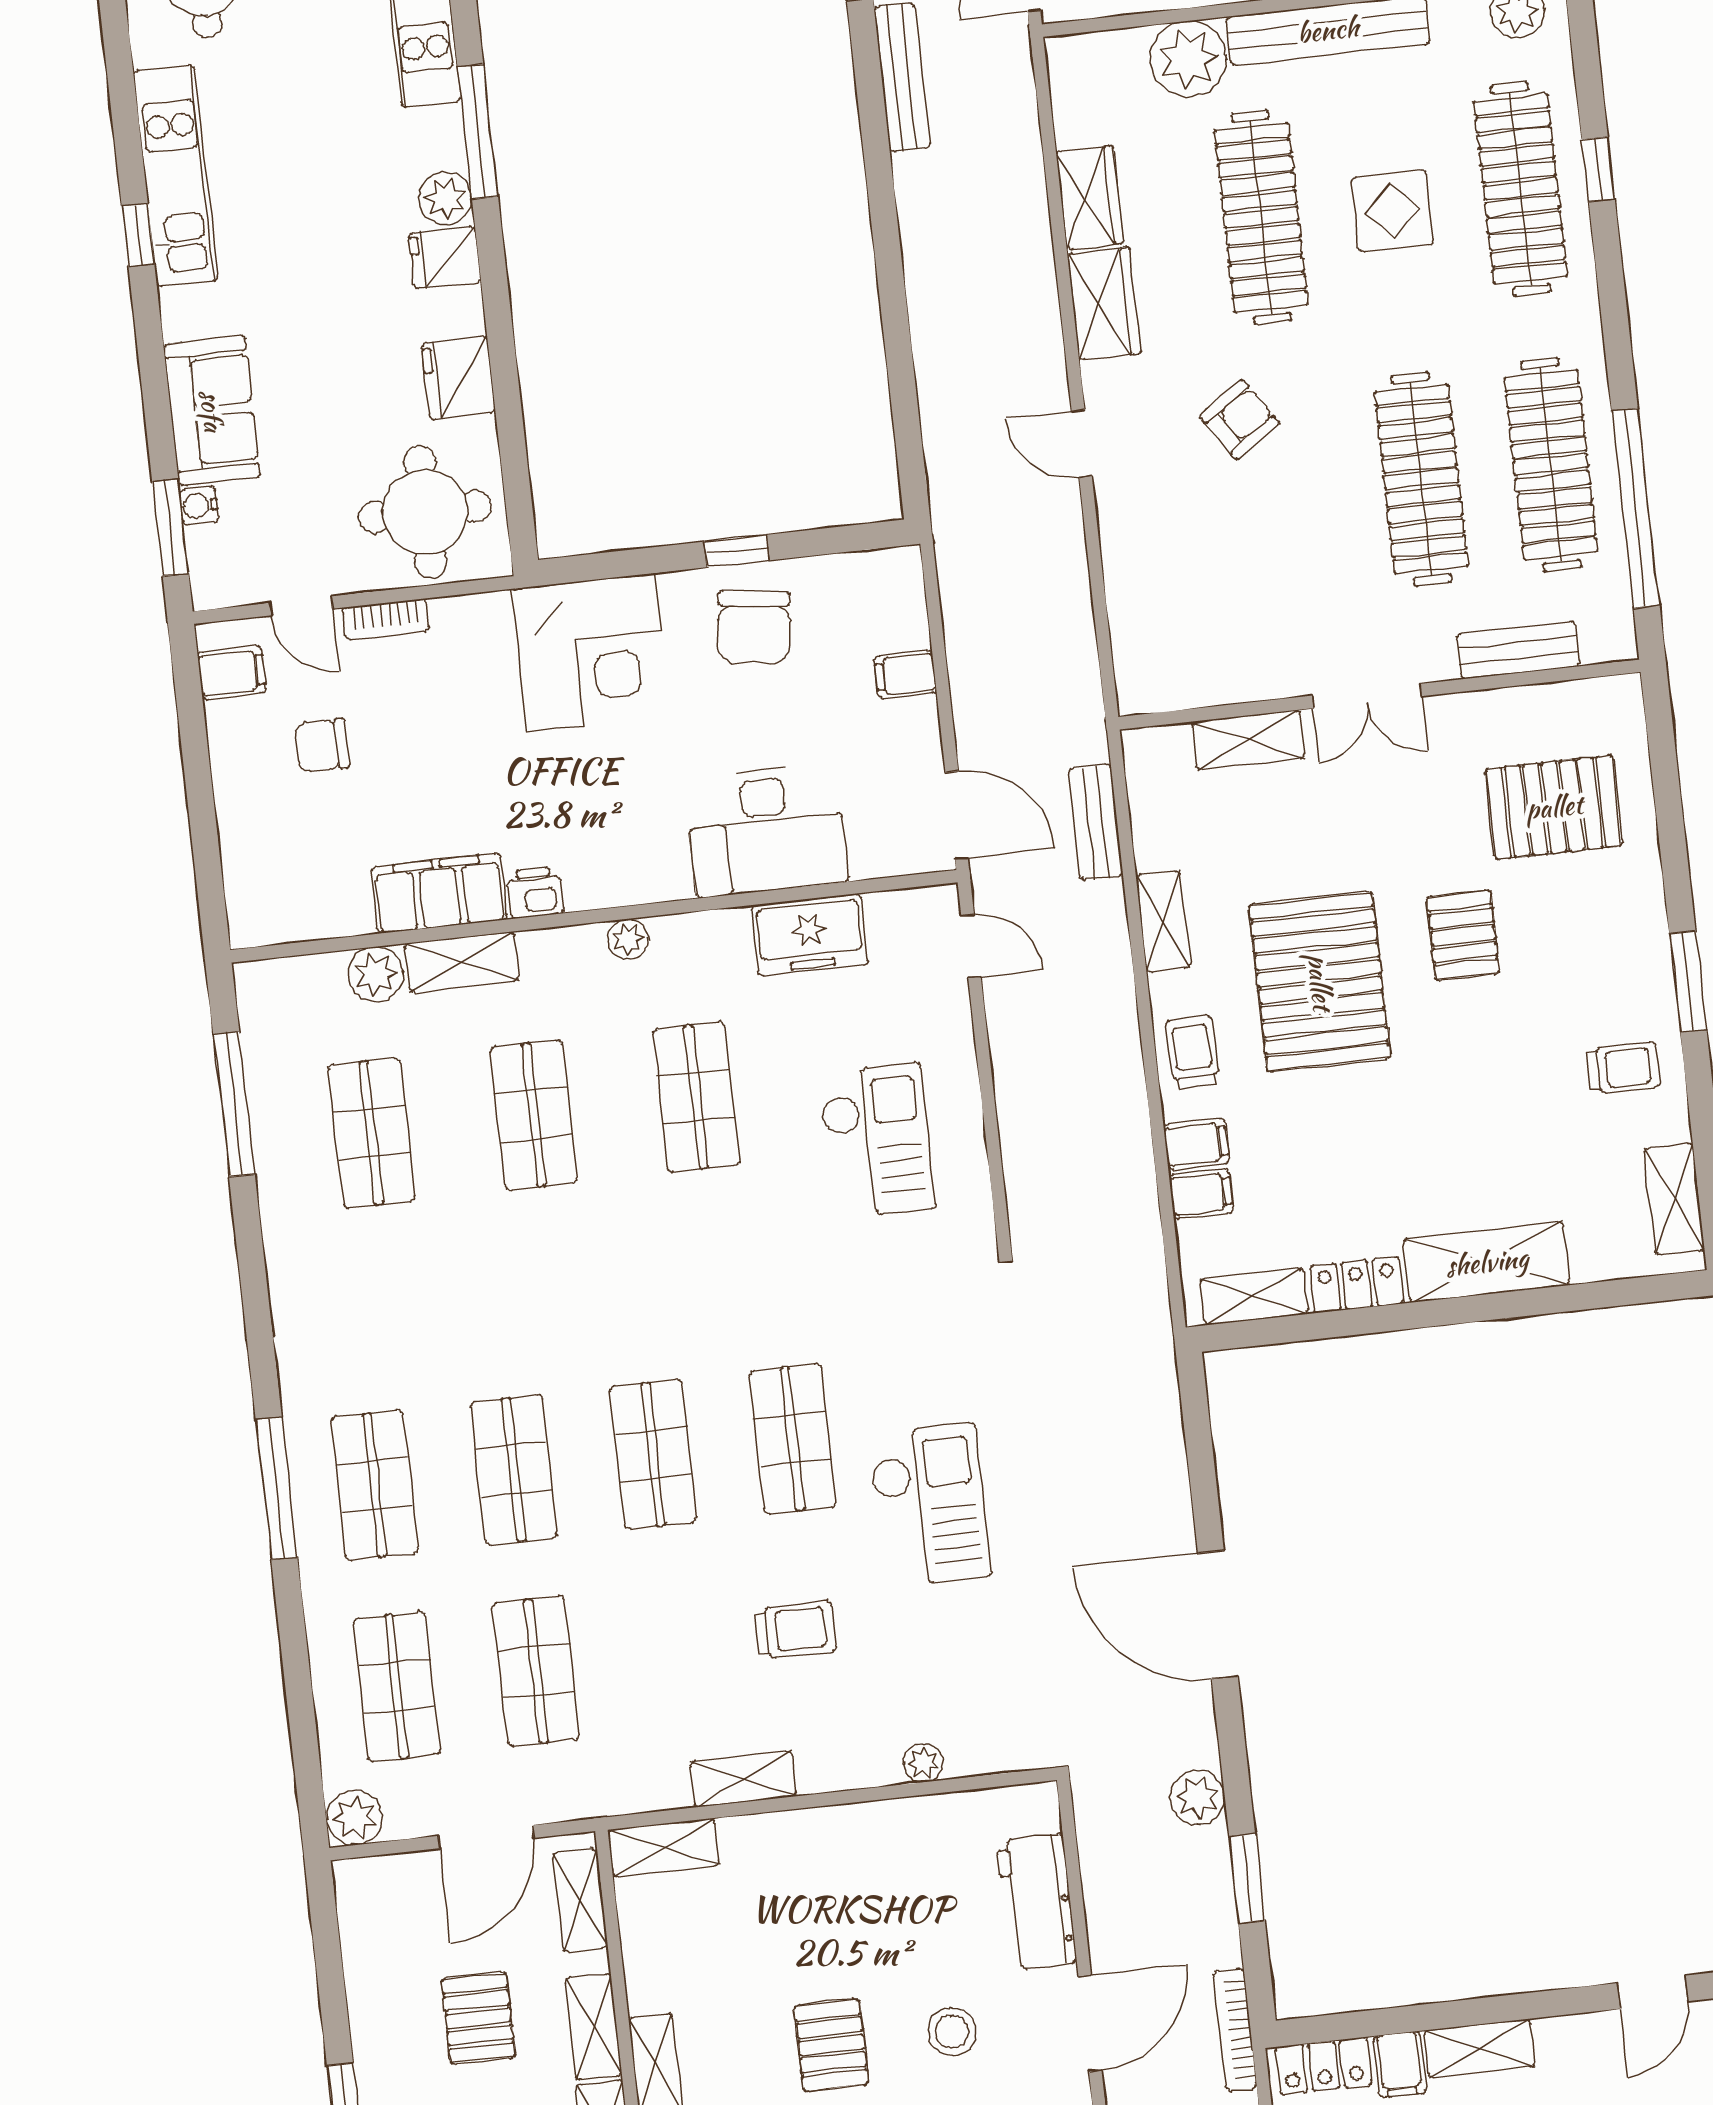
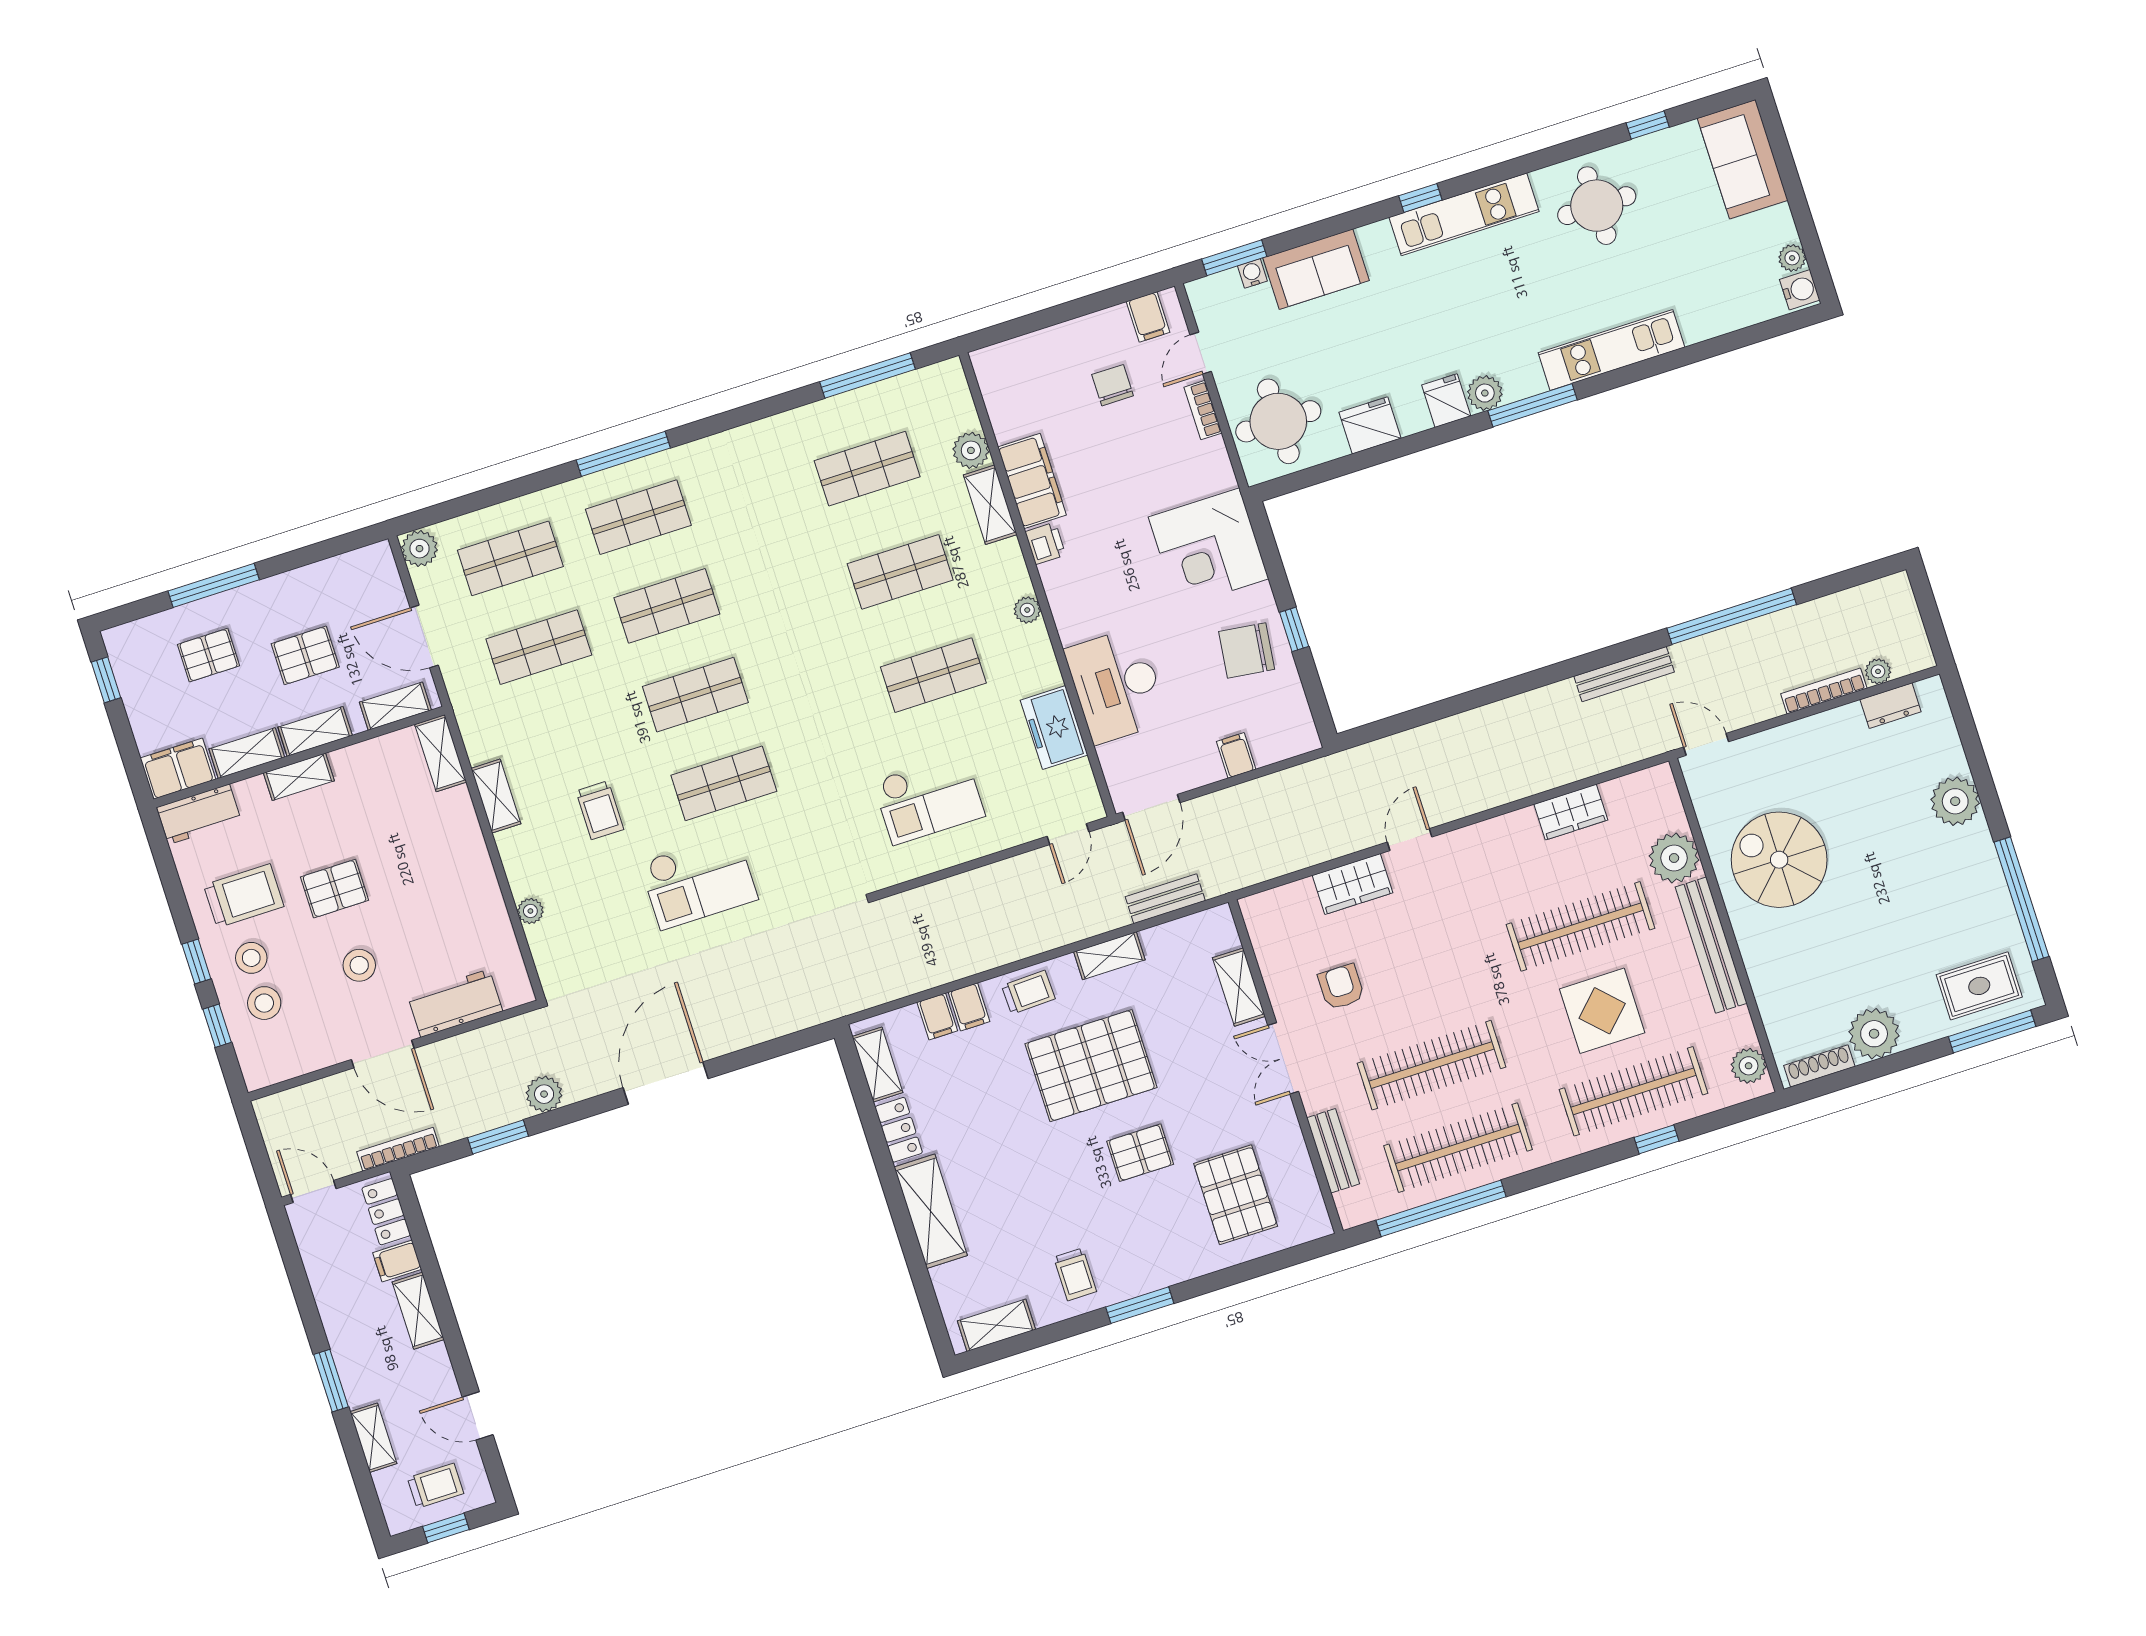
display table: (1392, 211) -> (1602, 1011), width x1.36, depth x1.36
wardrobe: (1104, 304) -> (1352, 884), moved
armchair: (1240, 420) -> (1341, 987), moved, turned -146

